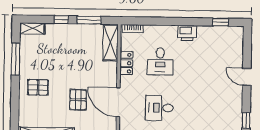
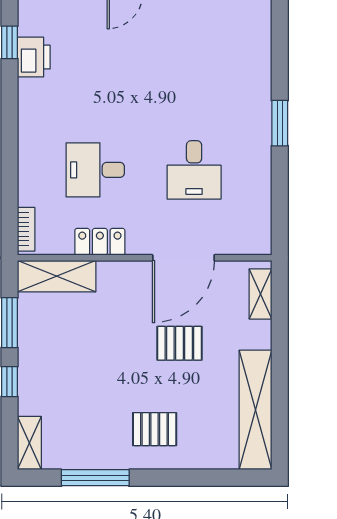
printer: (187, 33) -> (34, 57), moved
desk: (160, 61) -> (95, 170), turned 180
pallet: (38, 87) -> (155, 429), turned 90

